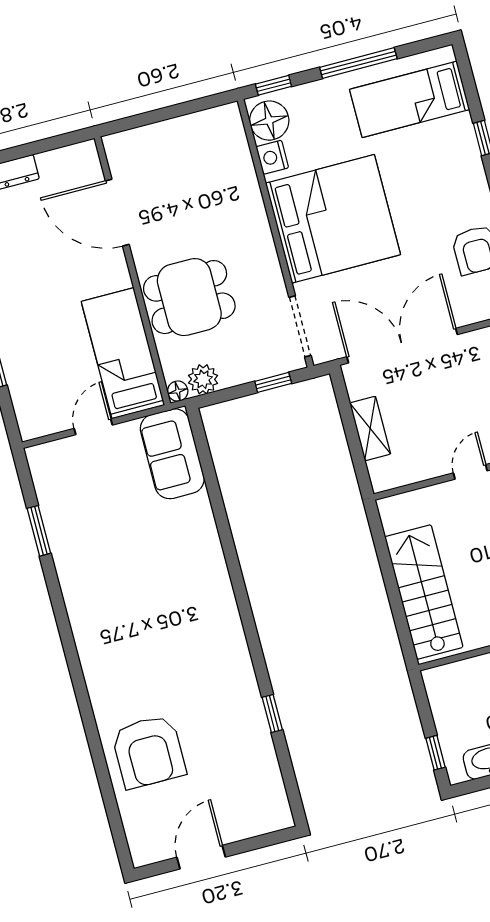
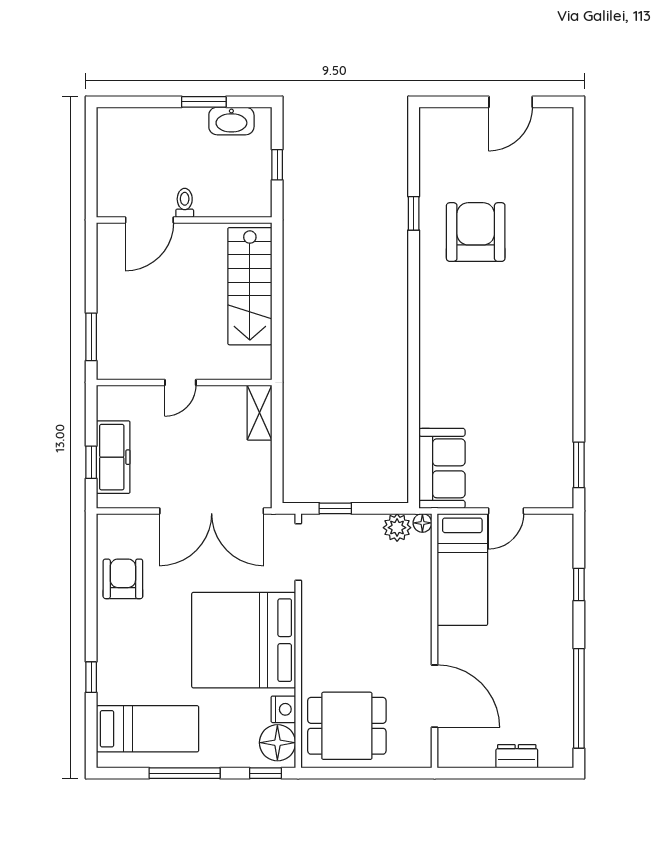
dining table: (189, 297) -> (347, 726), moved
shelving: (370, 428) -> (260, 413), moved
window: (39, 531) -> (579, 465), moved
armchair: (149, 752) -> (476, 232), moved
window: (435, 753) -> (277, 165), moved

